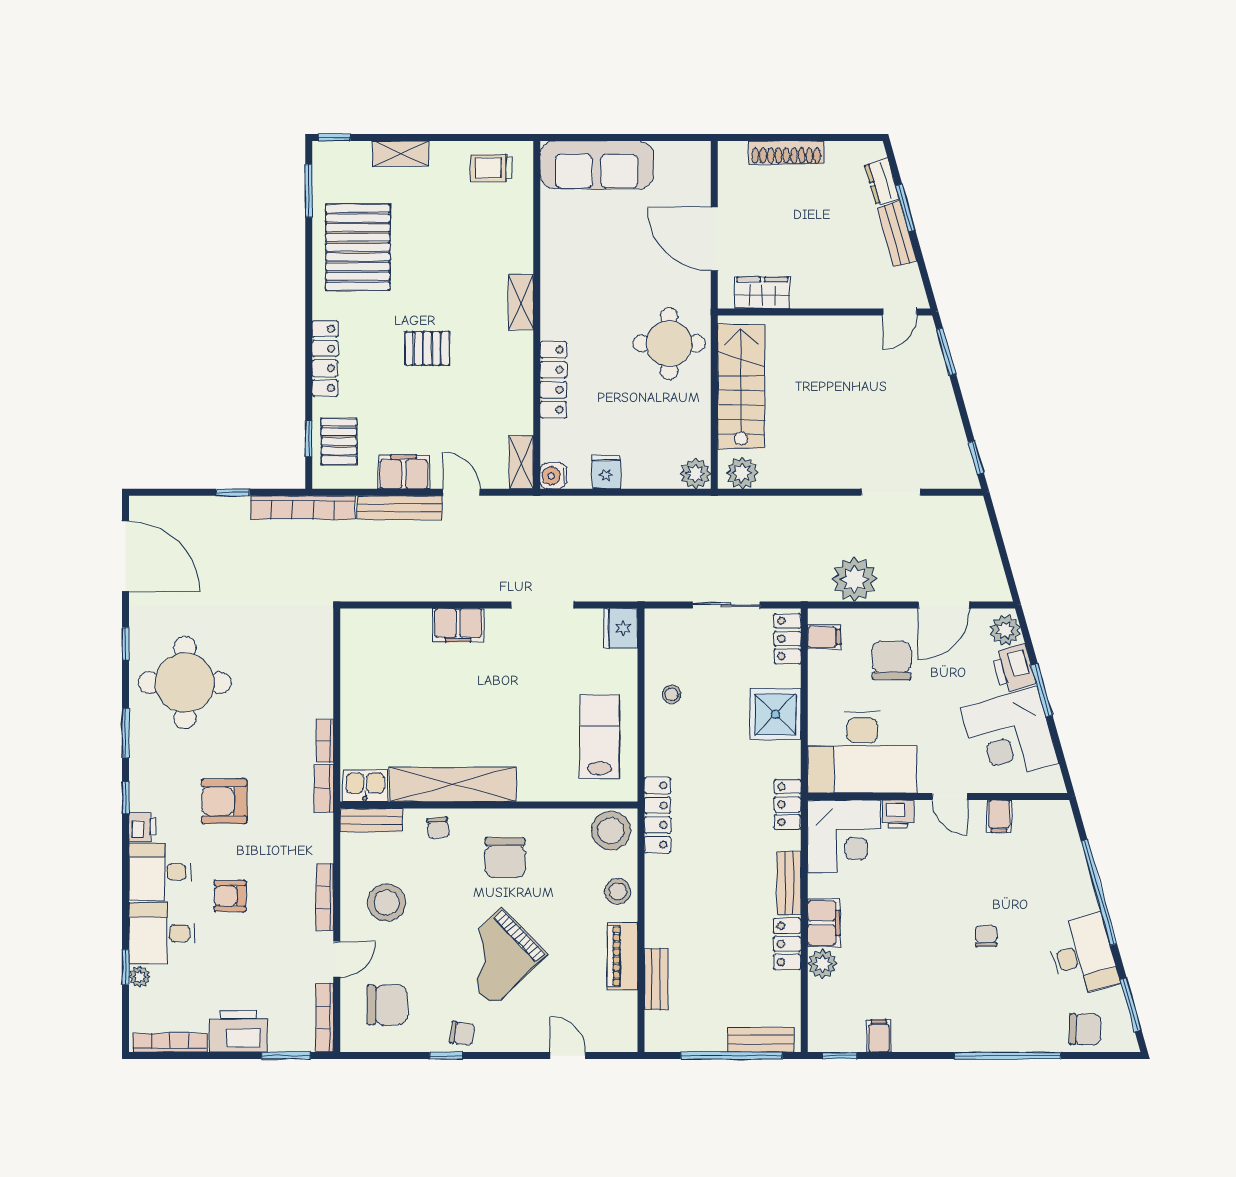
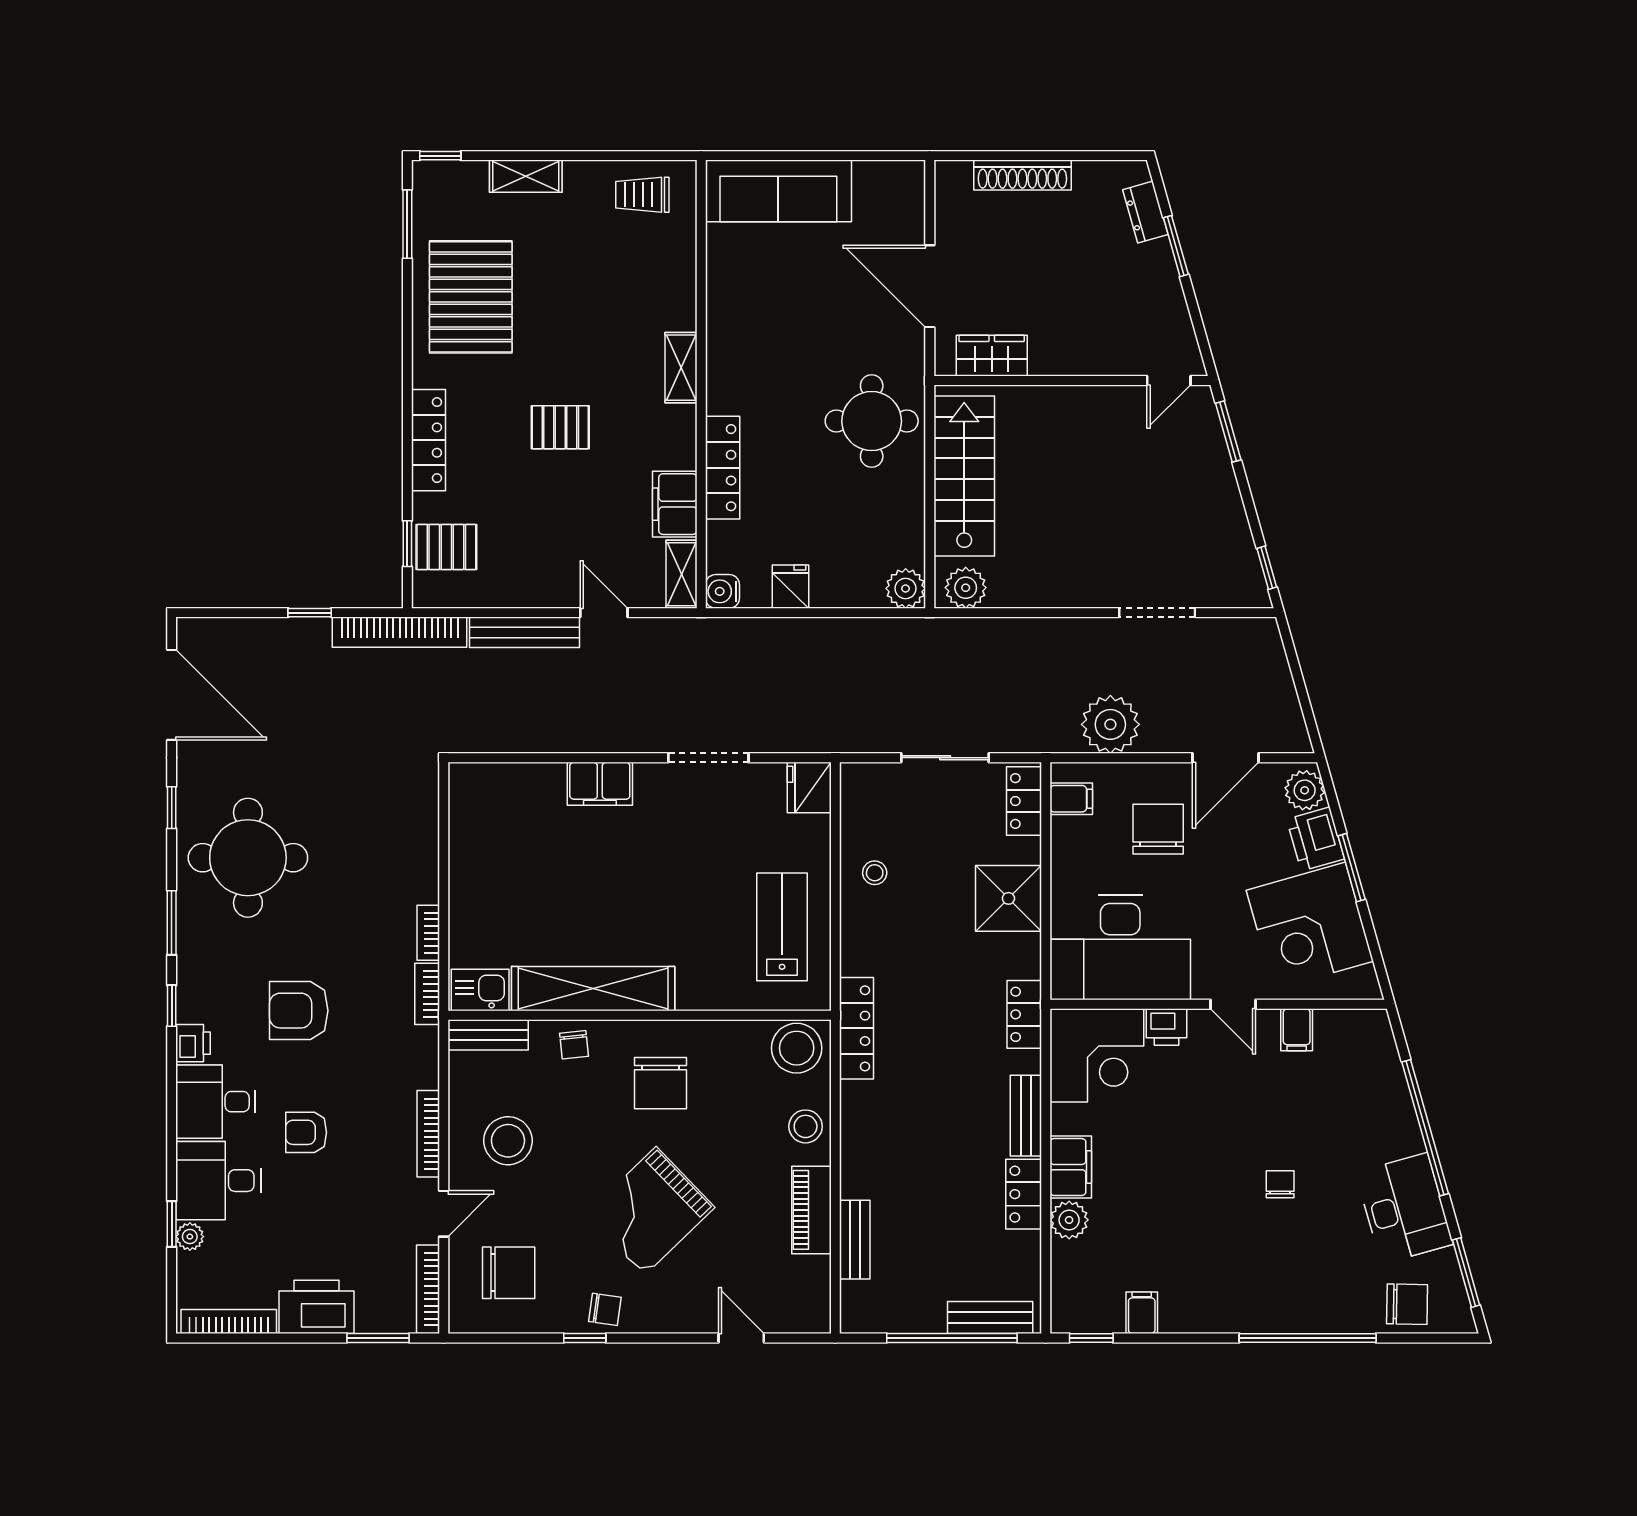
bench: (897, 234) -> (1165, 280), removed
pallet: (339, 441) -> (446, 547), turned 90
filing cabinet: (404, 472) -> (675, 504), moved, turned -90

